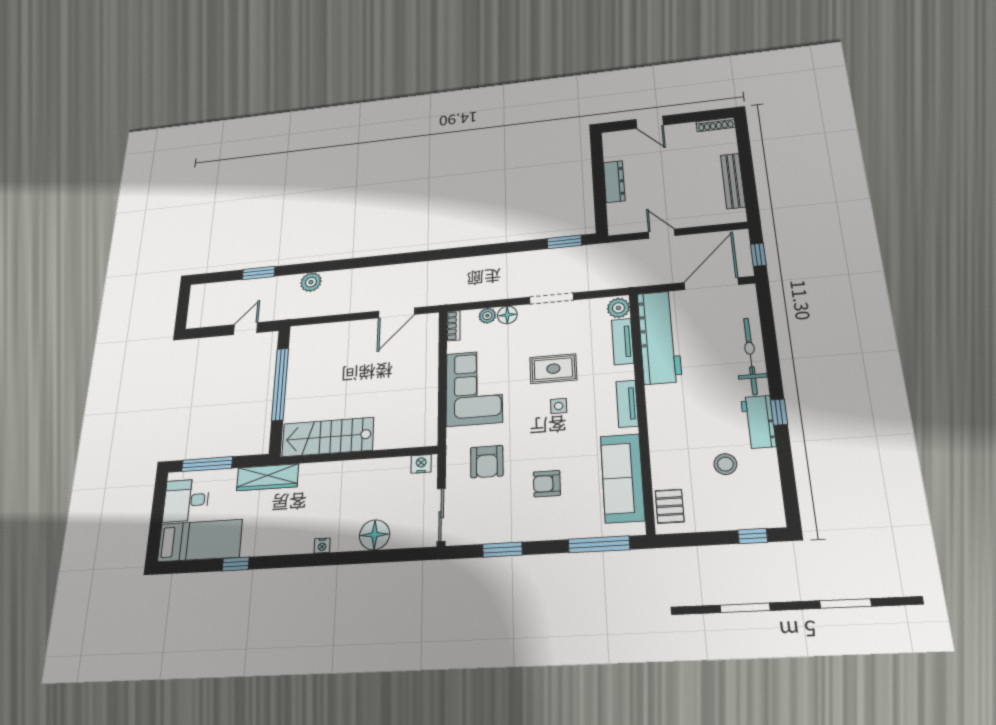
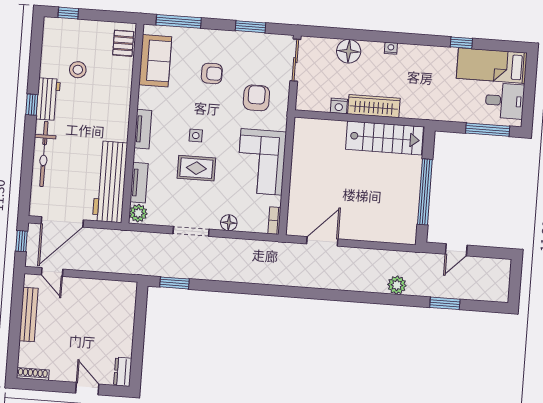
dresser: (614, 182) -> (123, 372), moved, width x0.70
door: (662, 234) -> (52, 272), moved
plant: (487, 316) -> (245, 225), removed
nightstand: (421, 464) -> (339, 106), moved
wardrobe: (268, 477) -> (374, 106), moved
sofa: (622, 478) -> (155, 61), width x0.73

